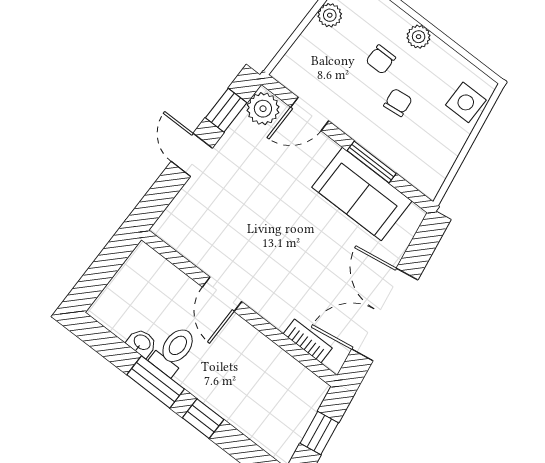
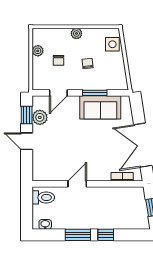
chair: (381, 59) -> (58, 60), moved
plant: (263, 109) -> (40, 117), moved
door: (222, 294) -> (77, 184), swing flipped
washbasin: (142, 343) -> (45, 224), moved
toilet: (174, 351) -> (43, 197), moved, turned 90

